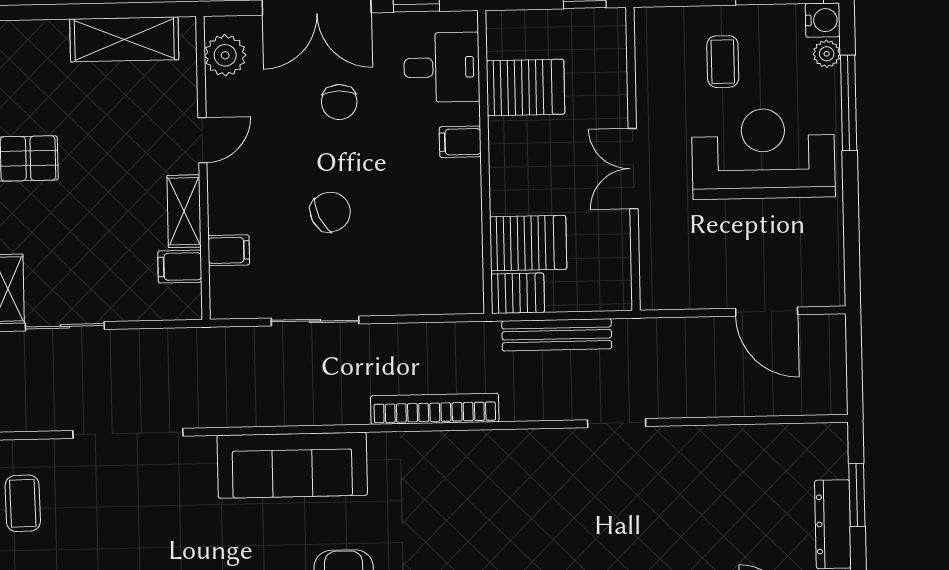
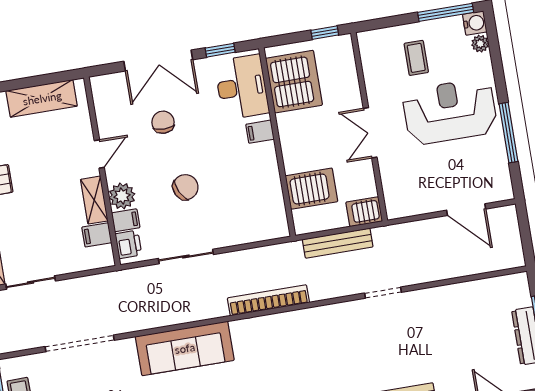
plant: (225, 55) -> (122, 196), moved
desk: (442, 67) -> (242, 87), width x1.37
server rack: (526, 87) -> (294, 82), width x1.60
chair: (339, 102) -> (163, 122), moved, turned 180
window: (849, 103) -> (508, 133), moved
printer: (227, 289) -> (128, 244), added
server rack: (518, 293) -> (364, 212), moved, turned 180

